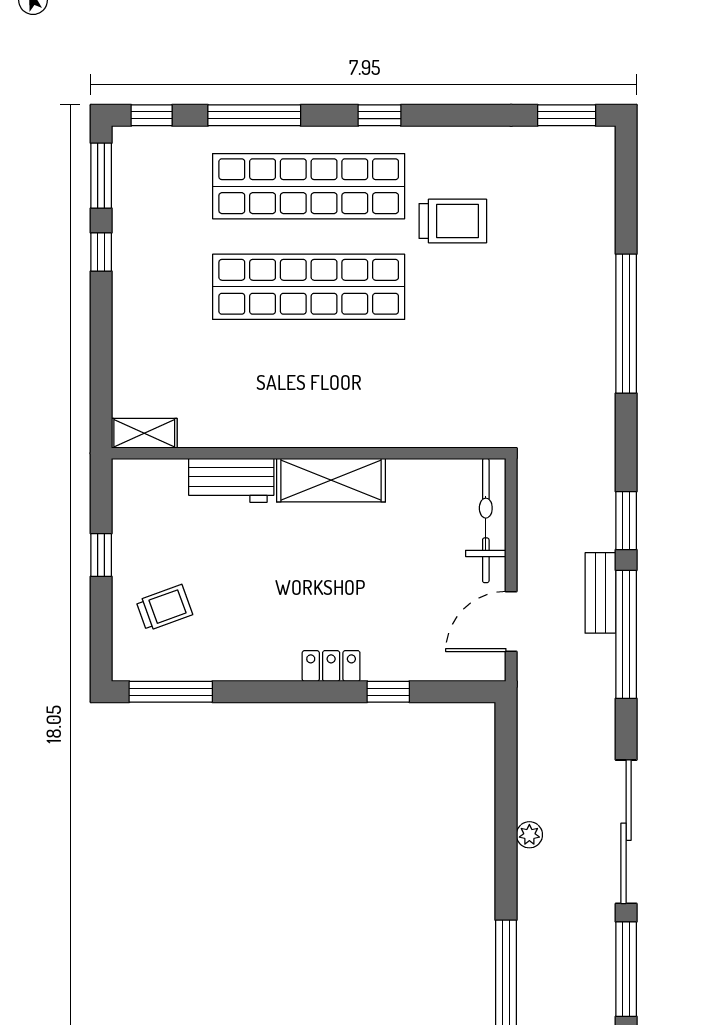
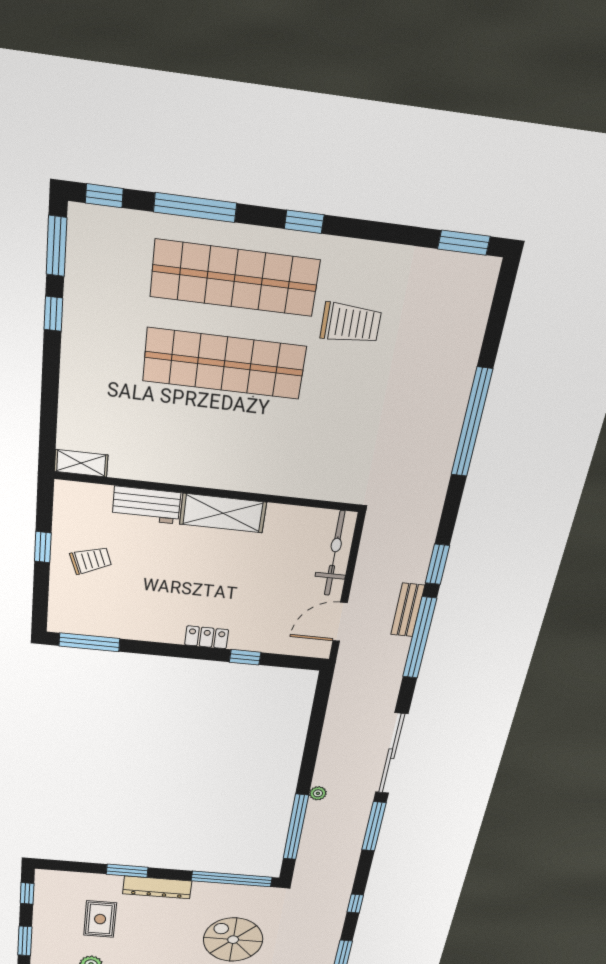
trolley: (164, 608) -> (91, 560), moved
plant: (529, 835) -> (318, 793), moved

